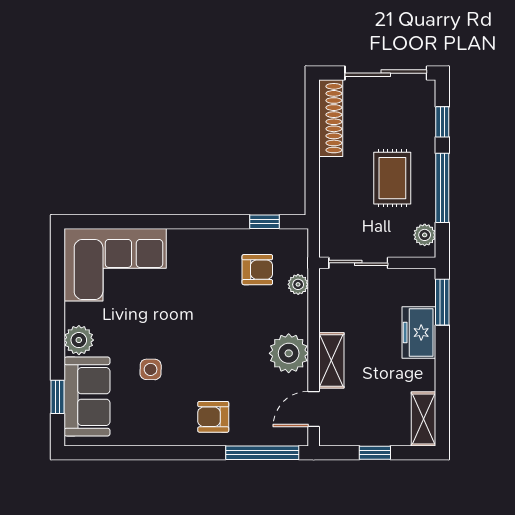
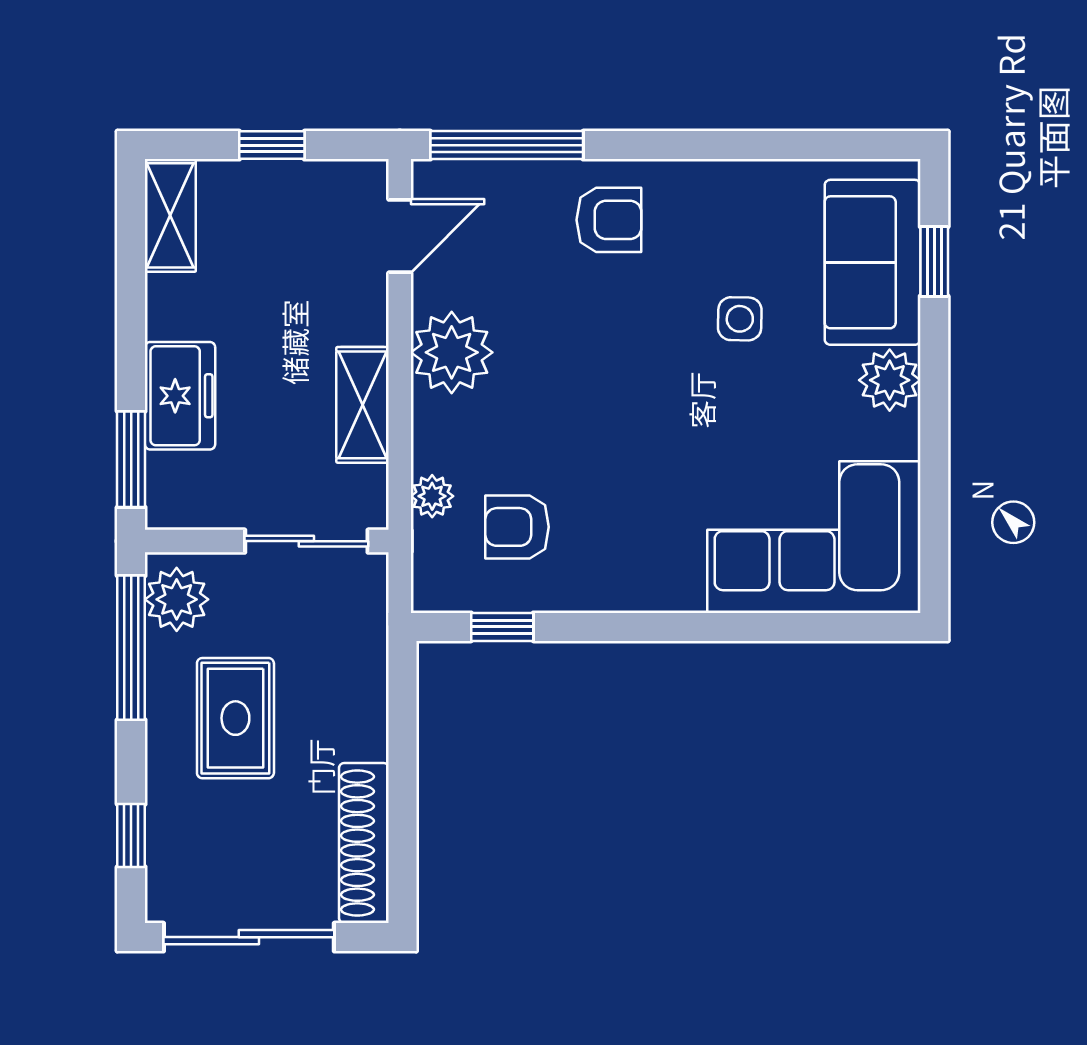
window: (442, 188) -> (131, 648), moved
plant: (425, 235) -> (177, 599), width x1.38, depth x1.38
shelving: (331, 360) -> (363, 405), moved

